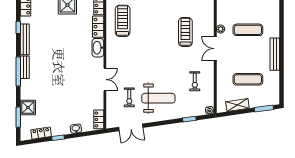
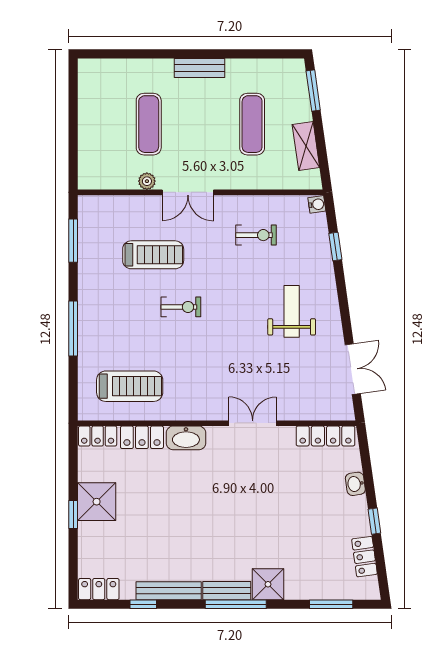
treadmill: (123, 21) -> (130, 386), turned 180
treadmill: (185, 32) -> (153, 255), turned 180
bench: (275, 54) -> (199, 68), width x0.73
exercise bike: (129, 97) -> (181, 307), moved
weight bench: (158, 98) -> (292, 311), width x0.73, depth x0.75
shower: (28, 108) -> (268, 584), moved
locker: (99, 119) -> (326, 436), width x1.53

